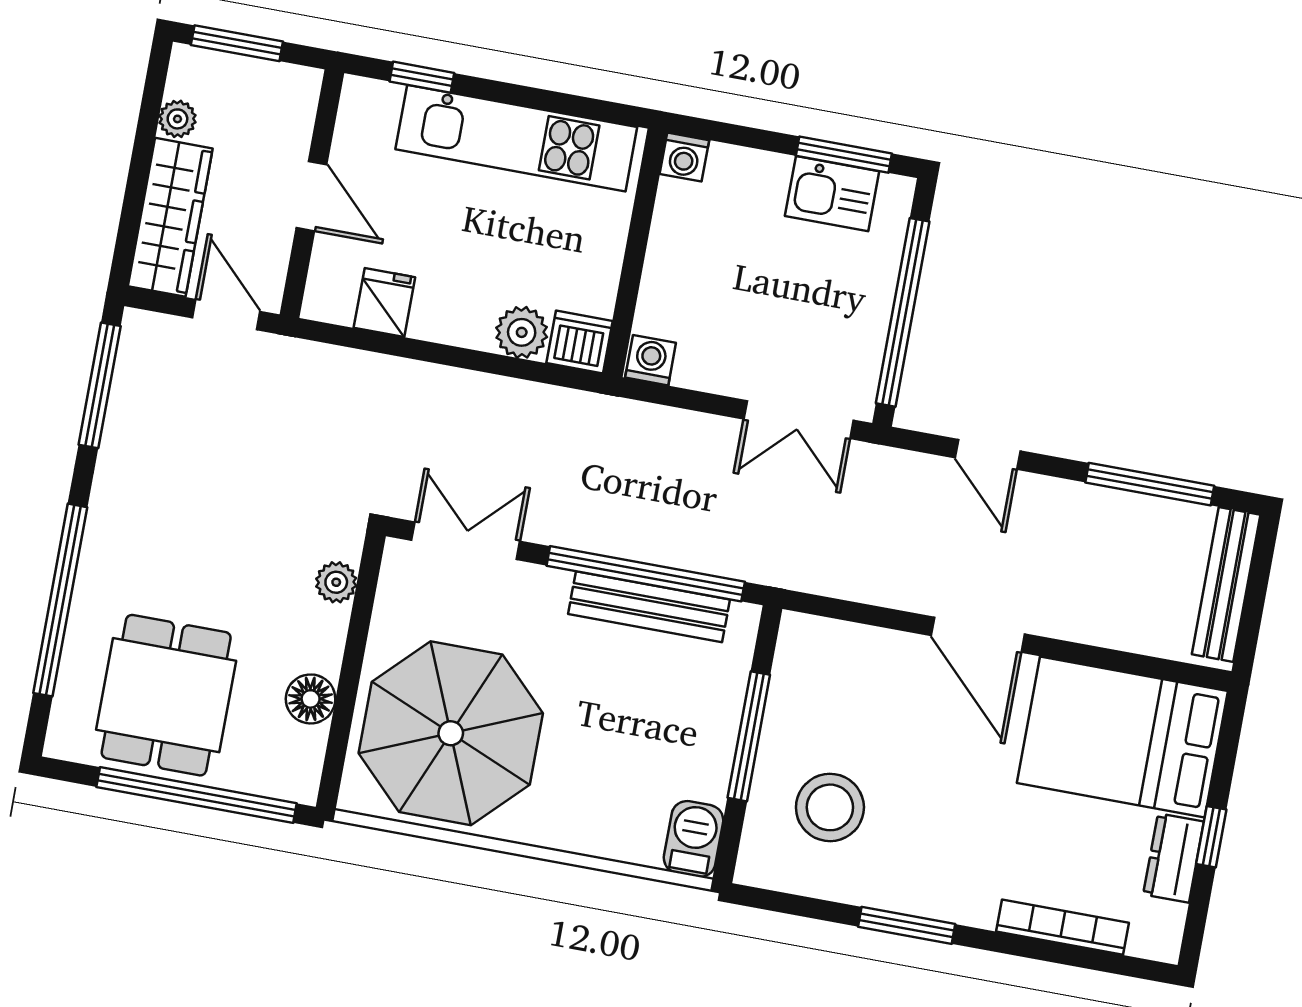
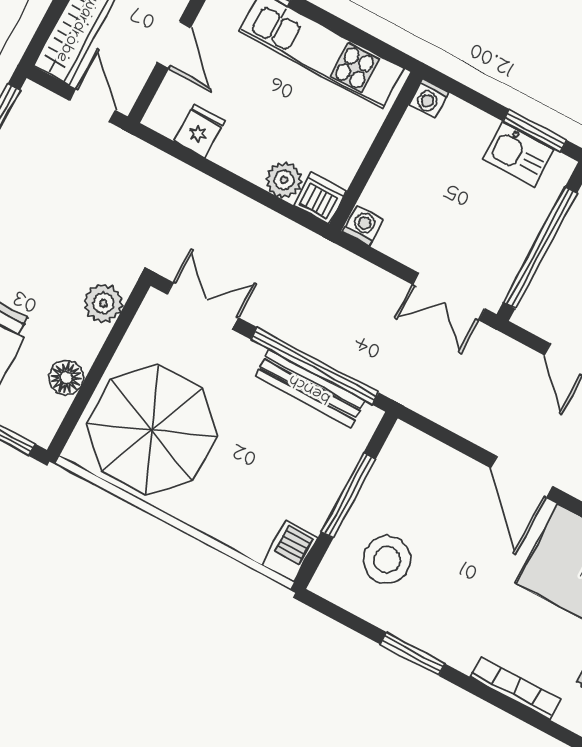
plant: (336, 582) -> (103, 303), width x1.38, depth x1.38

